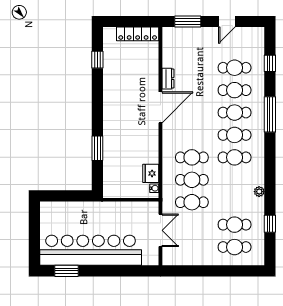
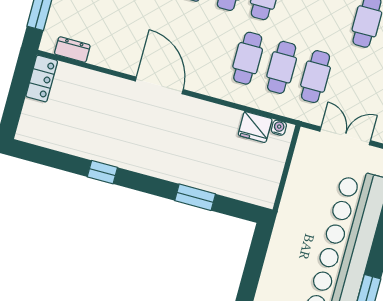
locker: (138, 34) -> (42, 79), width x0.66
window: (97, 60) -> (102, 172), moved
dresser: (168, 79) -> (72, 50), moved

